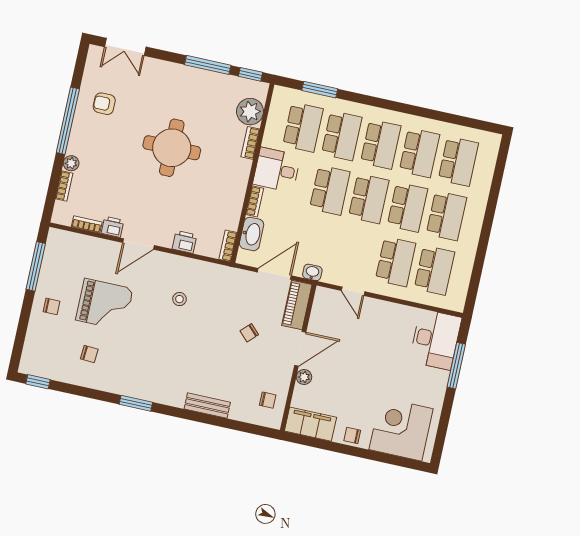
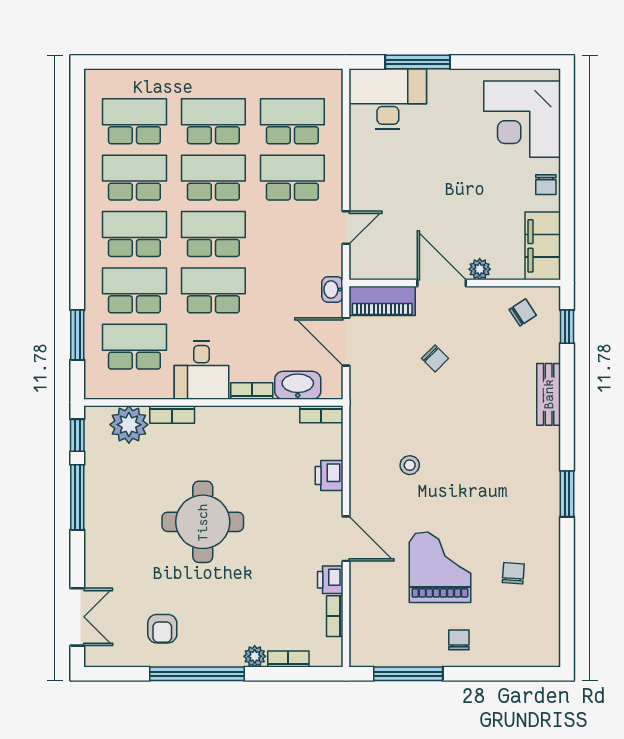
window: (38, 382) -> (567, 327), moved
chair: (268, 400) -> (523, 312), turned 57

